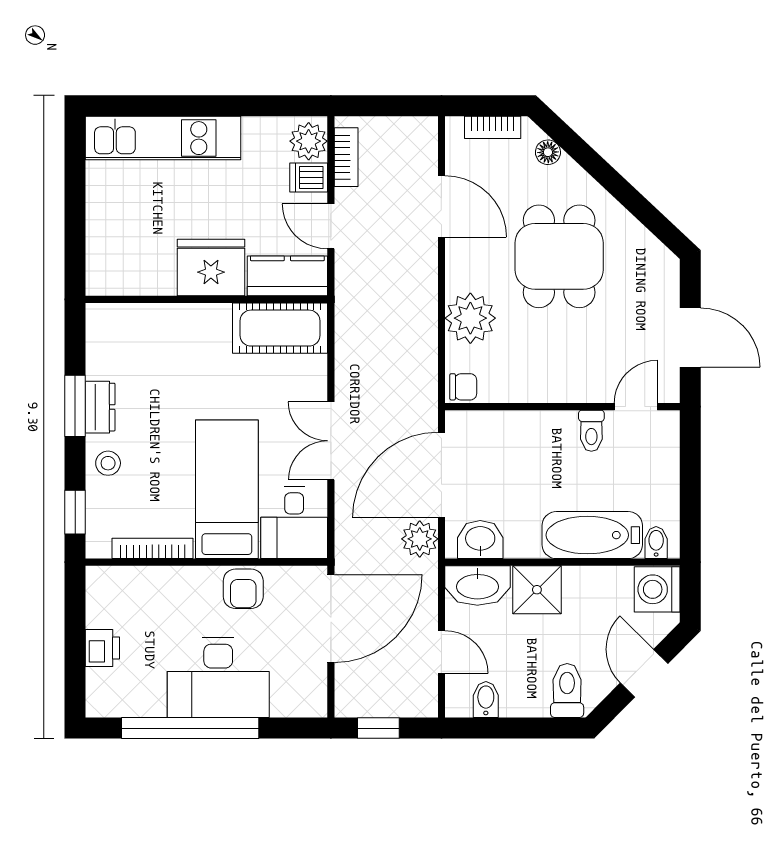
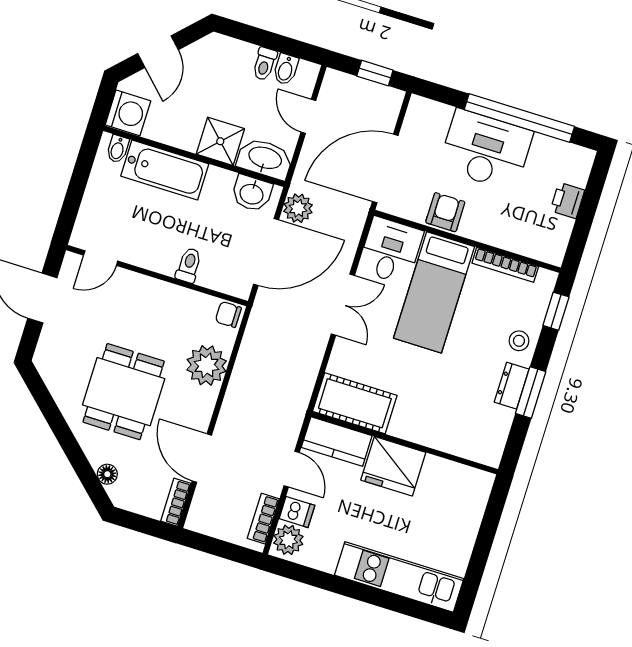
bookcase: (493, 127) -> (176, 502), moved, turned -90
toilet: (591, 431) -> (189, 265), moved
toilet: (567, 691) -> (265, 64), moved, width x0.73, depth x0.72

